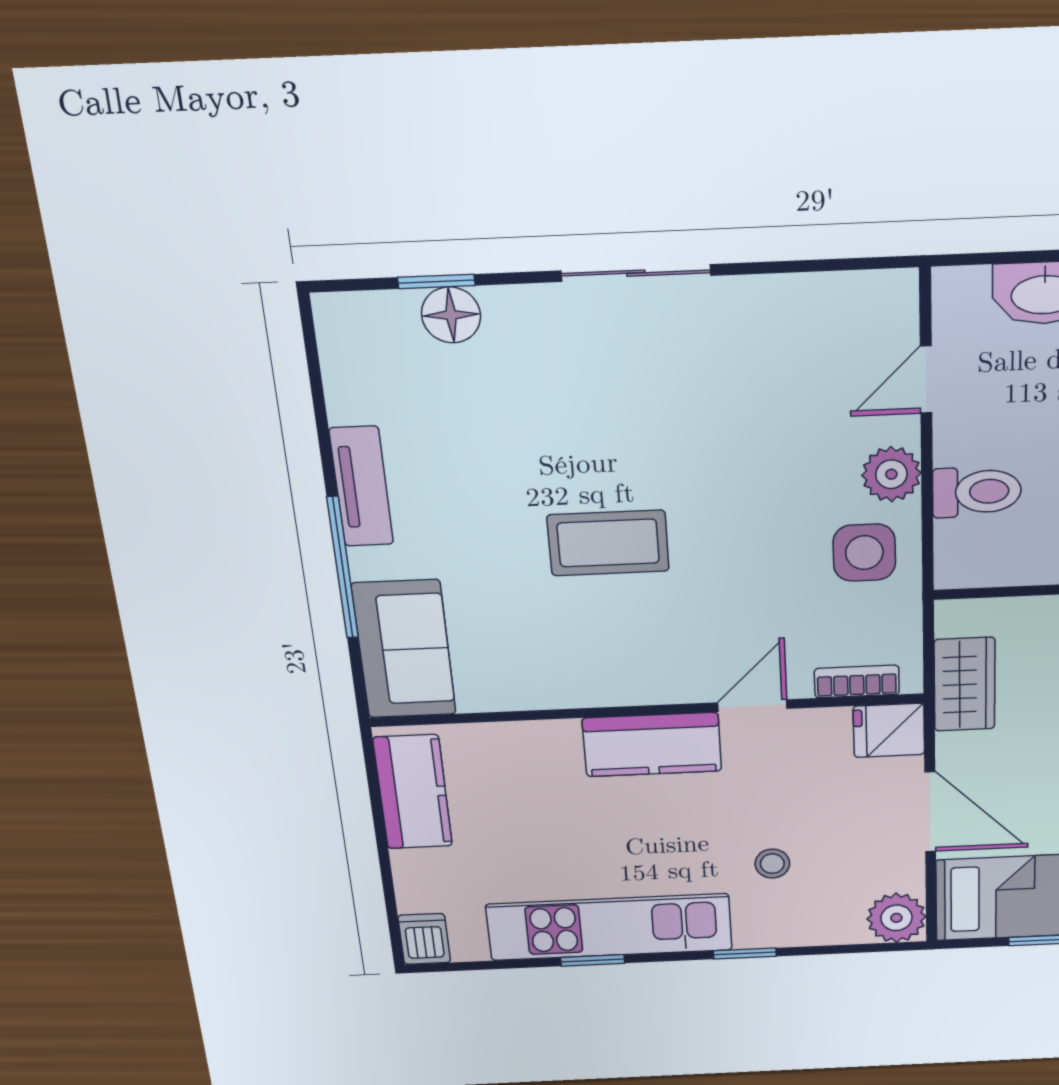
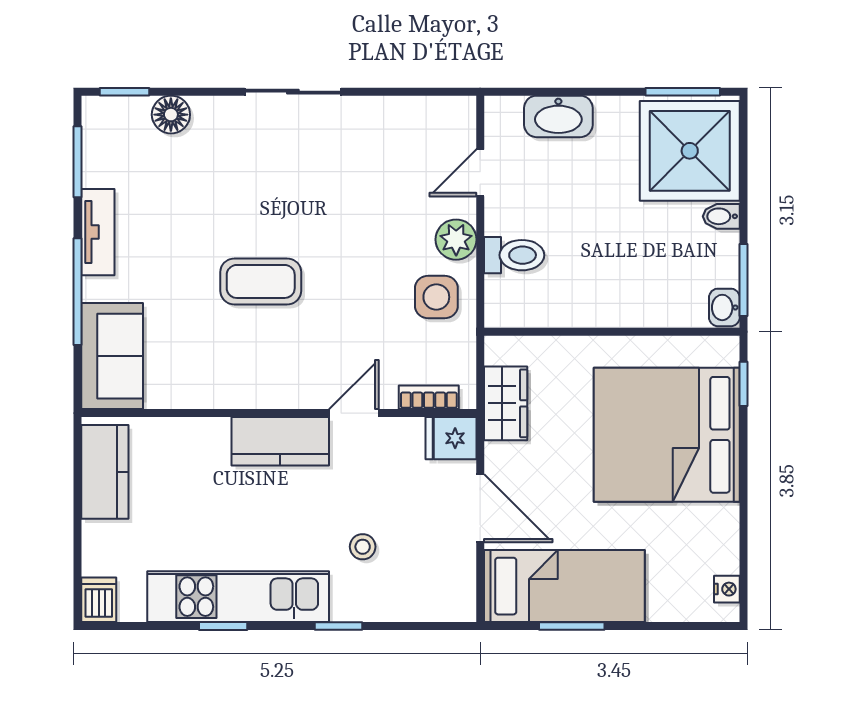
window: (436, 281) -> (124, 92), moved
window: (317, 389) -> (77, 162), added
plant: (896, 918) -> (454, 600), removed

